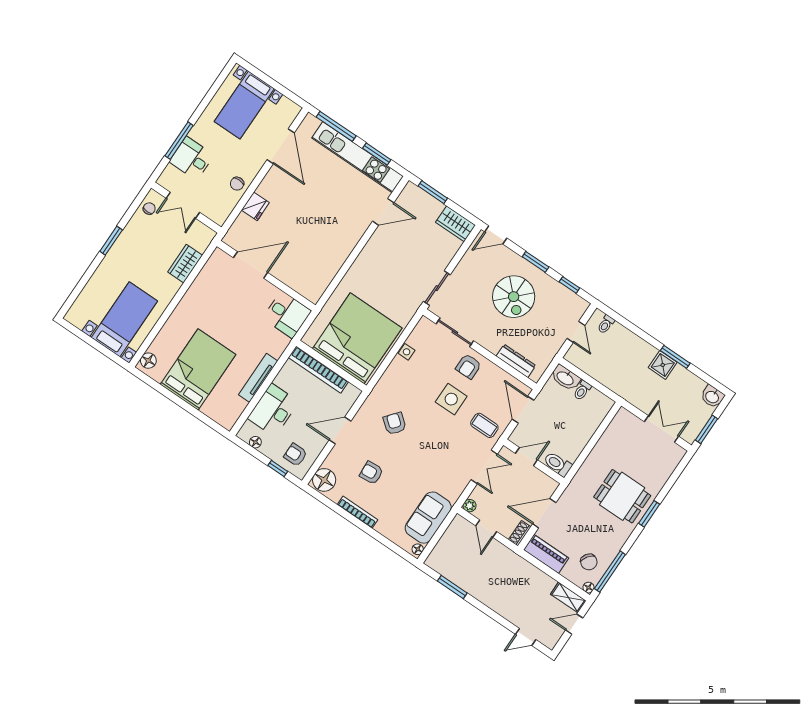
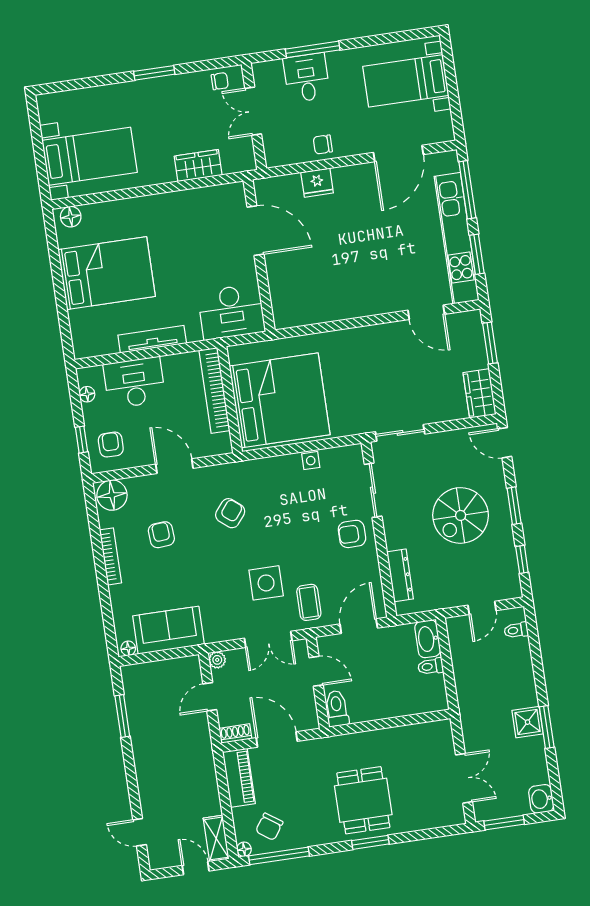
desk: (287, 315) -> (231, 312), width x1.37
side table: (451, 399) -> (266, 583), moved

